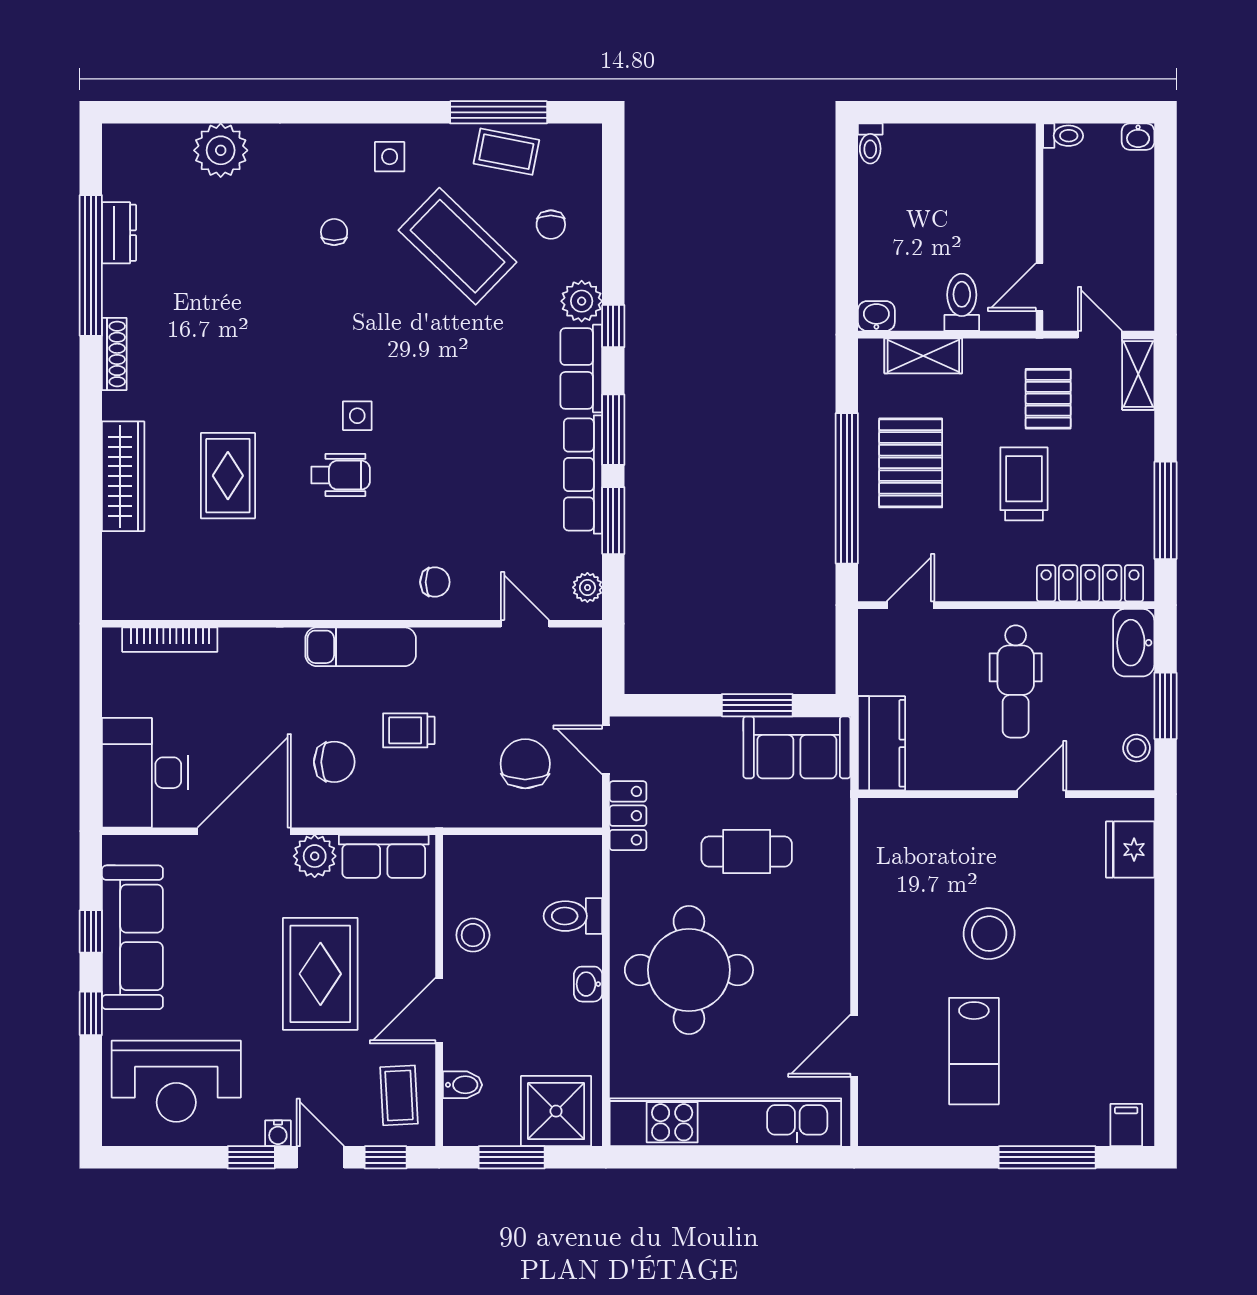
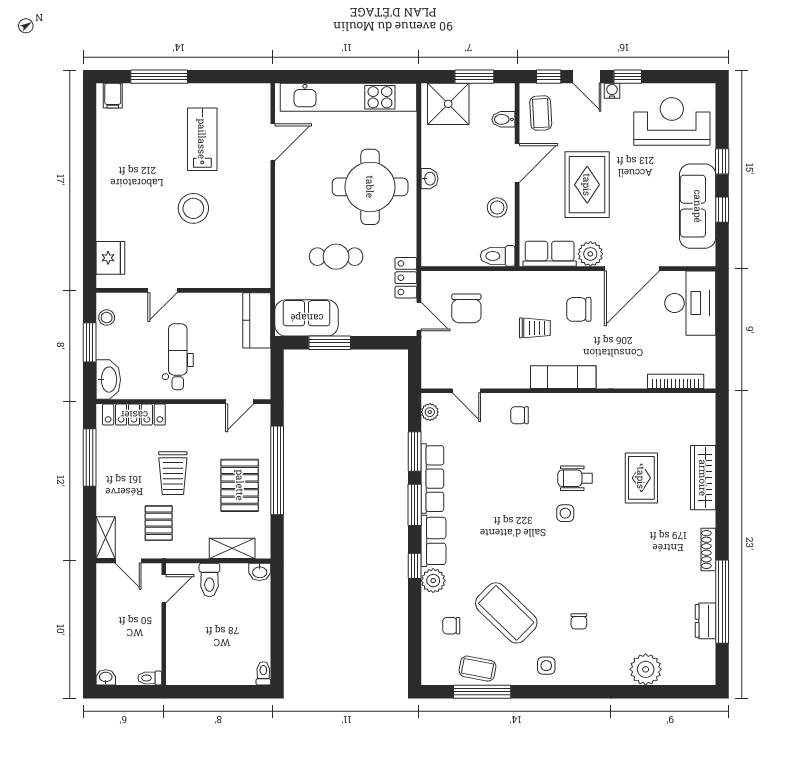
chair: (551, 225) -> (451, 626), turned -90
toilet: (573, 916) -> (498, 256), moved, turned 180

